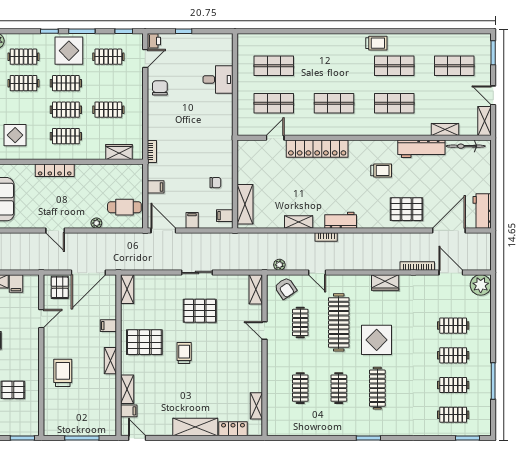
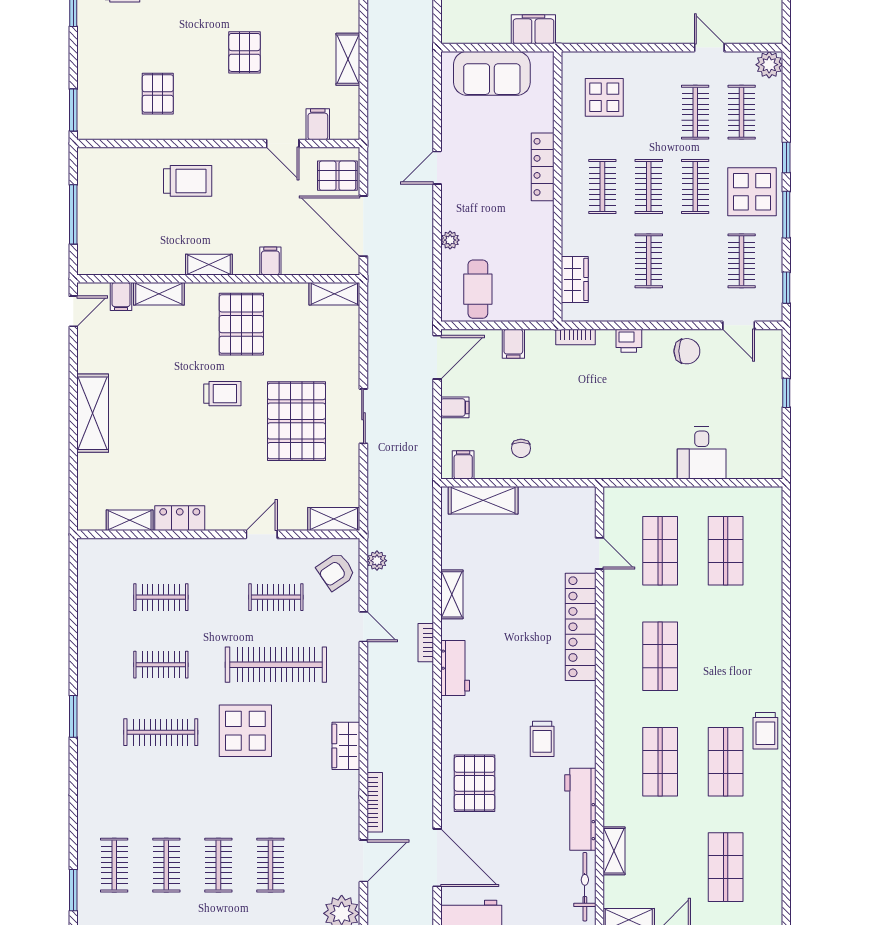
printer: (154, 41) -> (629, 341), moved
door: (317, 273) -> (363, 627), swing flipped
filing cabinet: (16, 284) -> (318, 124), moved, turned 90
pallet: (200, 311) -> (296, 421), width x1.37, depth x1.41
locker: (233, 429) -> (180, 518), moved, turned -90

